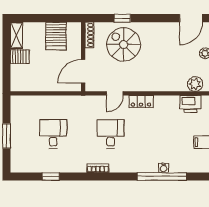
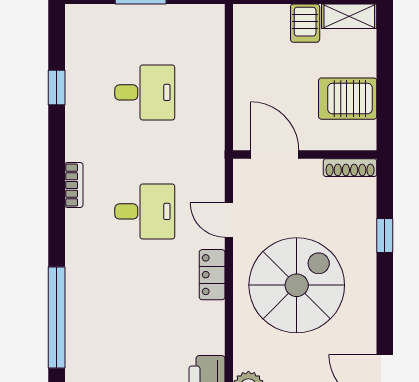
spiral stairs: (124, 44) -> (297, 285), moved, width x1.37, depth x1.37
water cooler: (164, 168) -> (75, 321), removed

